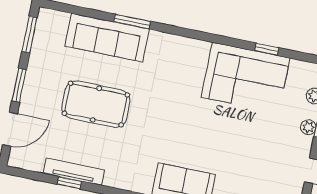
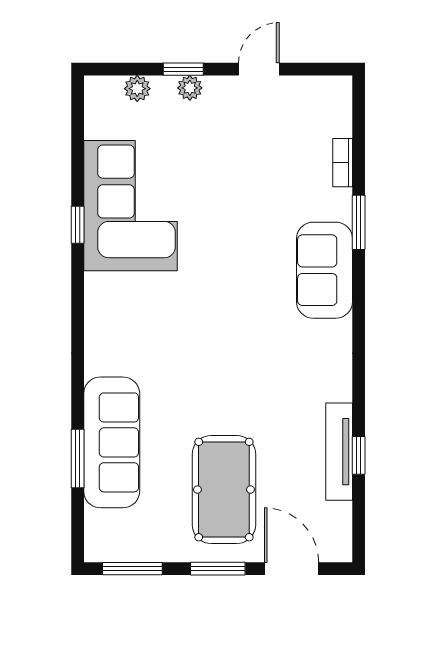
window: (132, 22) -> (78, 459), moved
window: (267, 49) -> (78, 225), moved
pool table: (96, 104) -> (224, 490), moved

